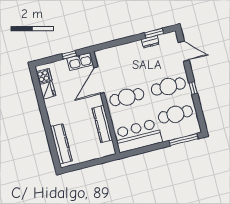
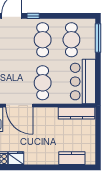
window: (193, 88) -> (33, 16), moved
kitchen counter: (102, 124) -> (77, 113), moved
kitchen counter: (61, 144) -> (72, 158), width x0.67

